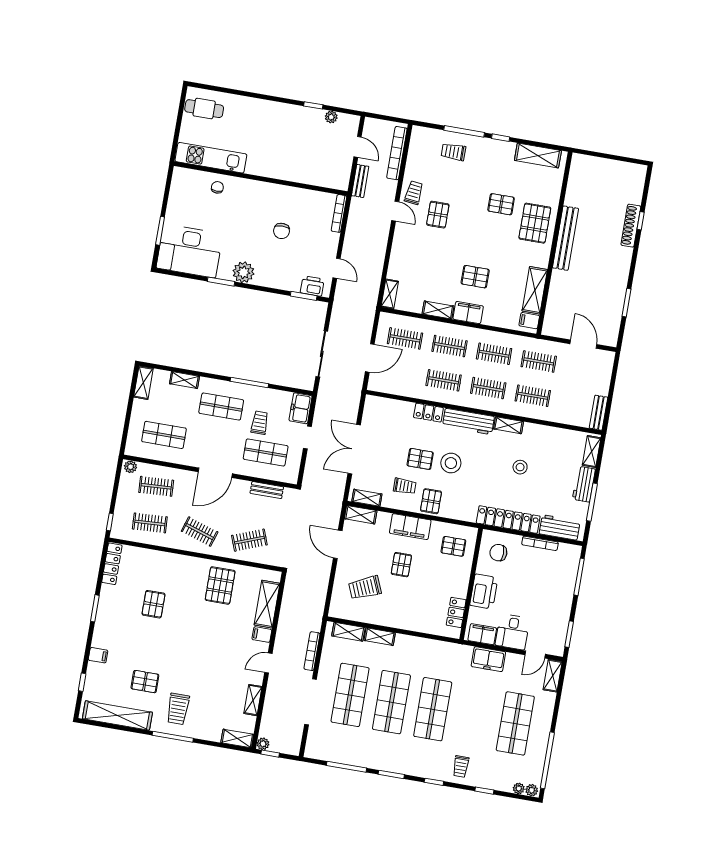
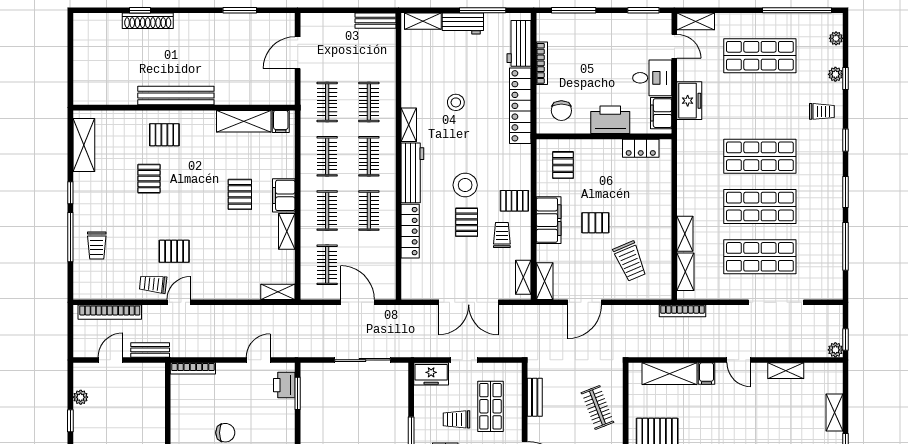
pallet: (535, 223) -> (164, 135), width x0.67, depth x0.71
locker: (428, 413) -> (410, 231), width x1.53
bookcase: (312, 651) -> (682, 311), moved
shelving: (237, 739) -> (834, 412), moved
plant: (532, 790) -> (835, 74), moved

